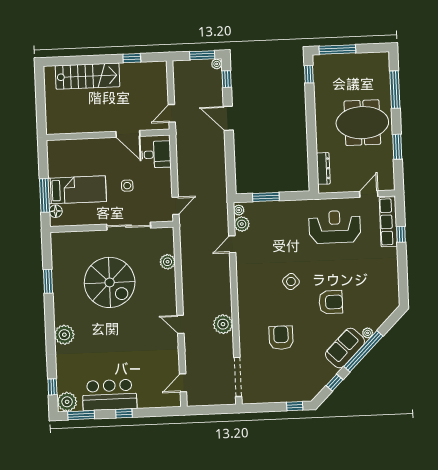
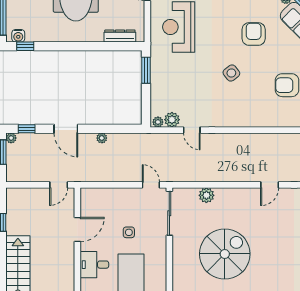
water cooler: (319, 67) -> (18, 36), added
door: (172, 113) -> (59, 185), hinge flipped
door: (228, 118) -> (66, 129), hinge flipped
desk: (156, 154) -> (94, 265), moved, turned -90
window: (266, 197) -> (146, 70), moved
sliding door: (129, 226) -> (169, 213), moved
plant: (223, 324) -> (102, 138), moved, width x0.53, depth x0.53

